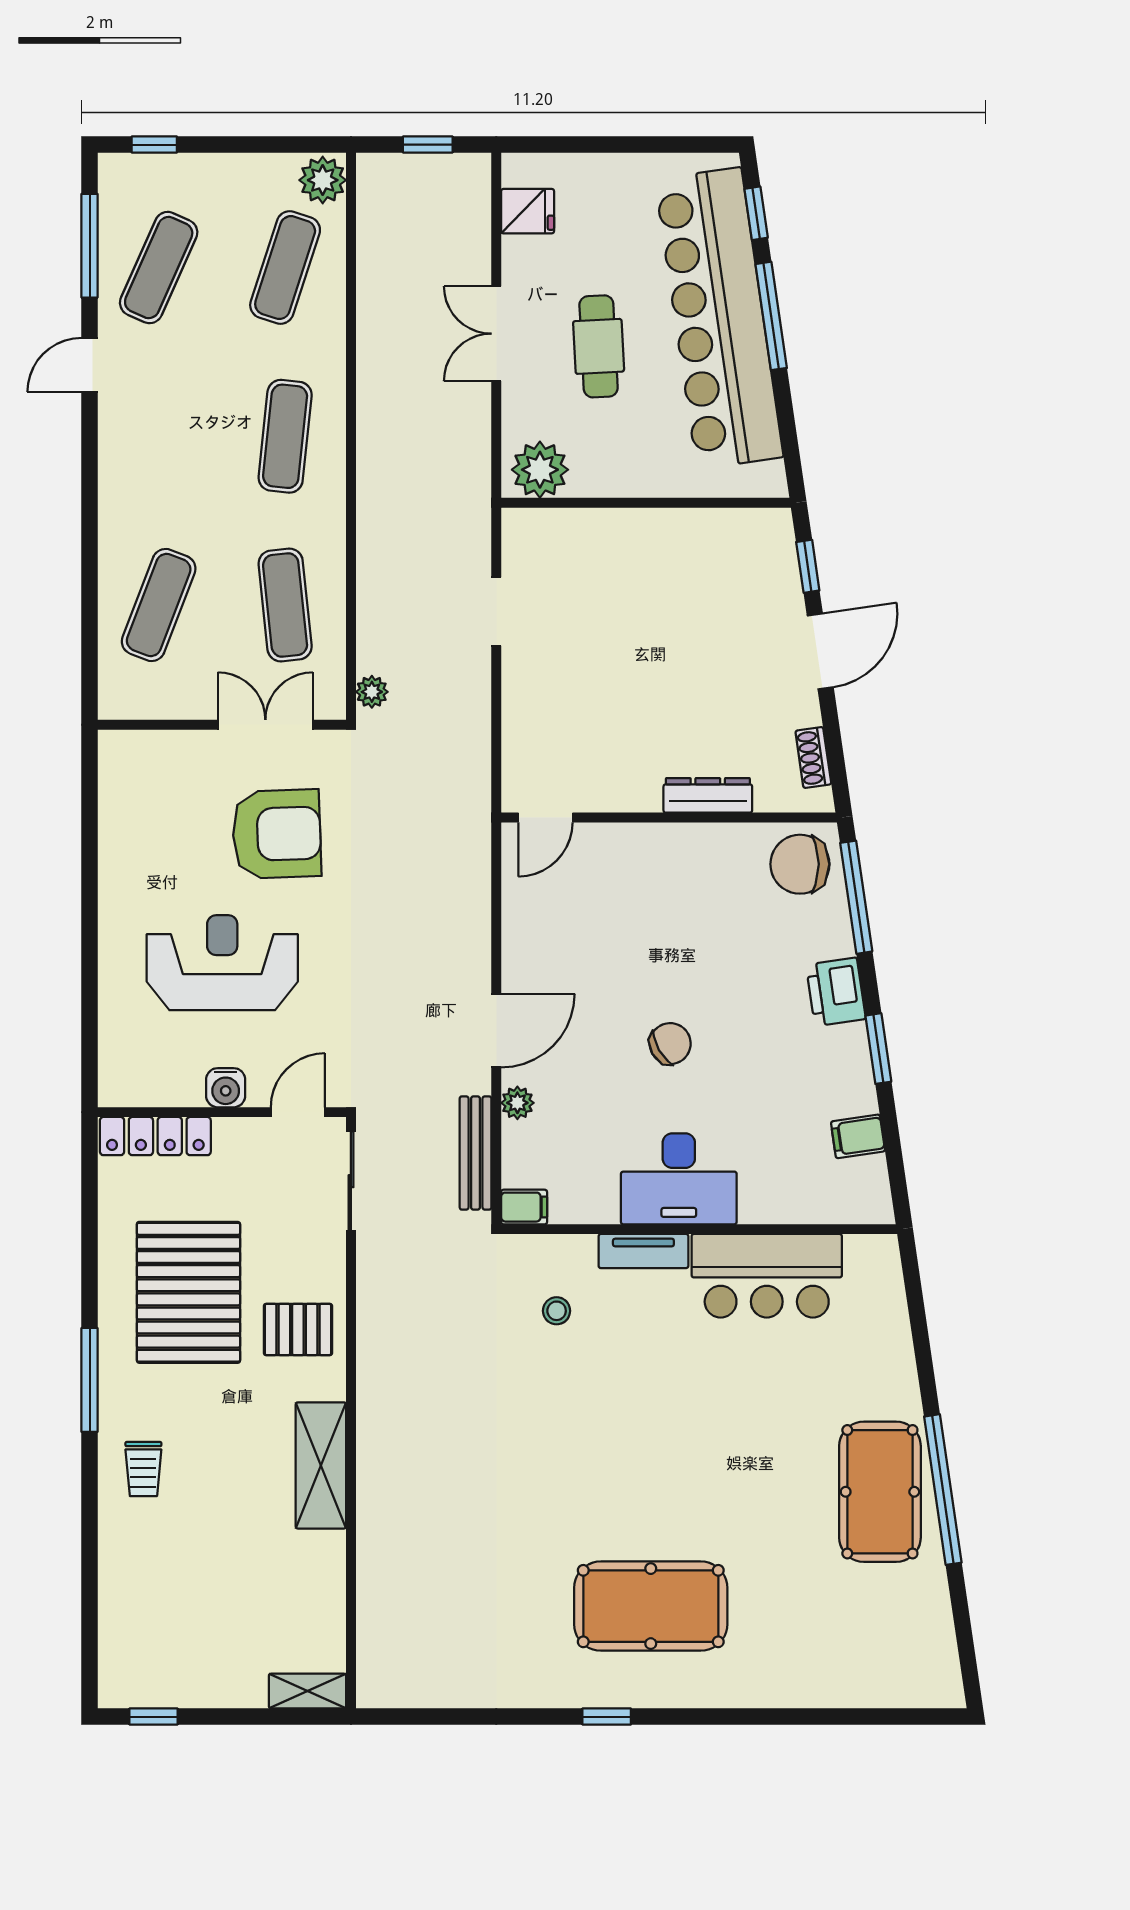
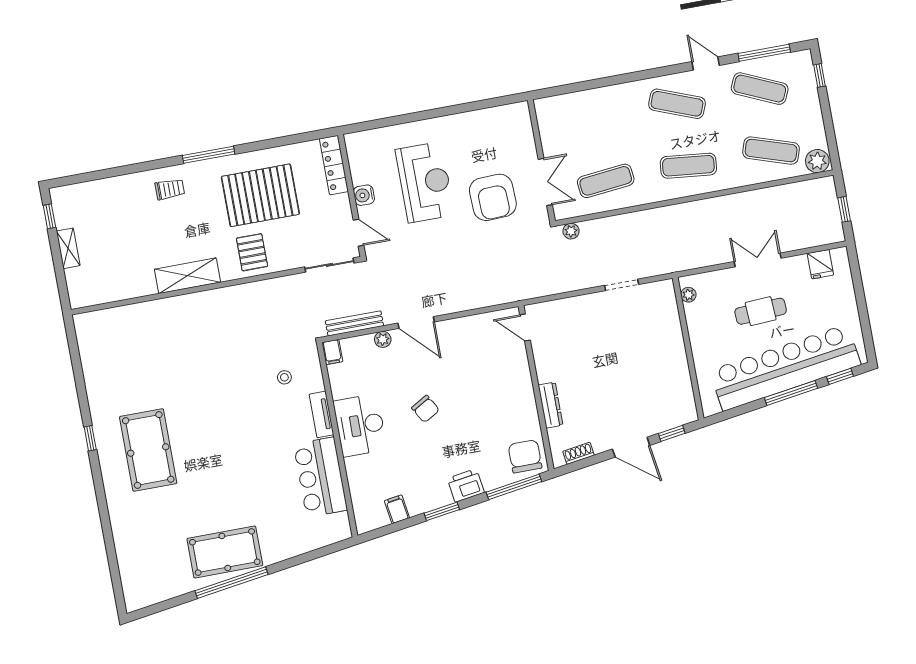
plant: (540, 470) -> (688, 295), width x0.53, depth x0.53
exercise mat: (159, 605) -> (677, 104), moved
trolley: (143, 1469) -> (170, 189), turned 180
shelving: (307, 1691) -> (68, 248), moved

